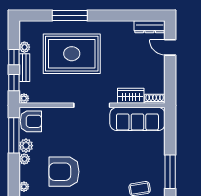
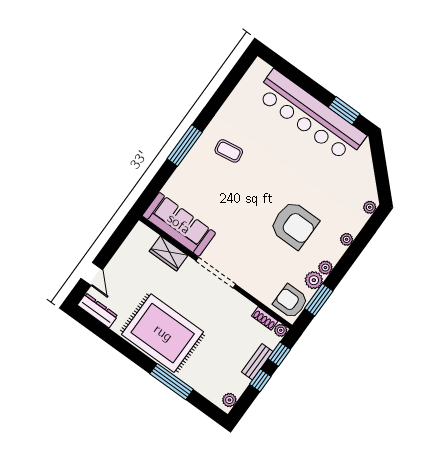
plant: (24, 47) -> (229, 400), moved
rug: (72, 54) -> (163, 333), moved
shoe rack: (155, 99) -> (265, 318), moved
window: (14, 135) -> (319, 300), width x0.69

